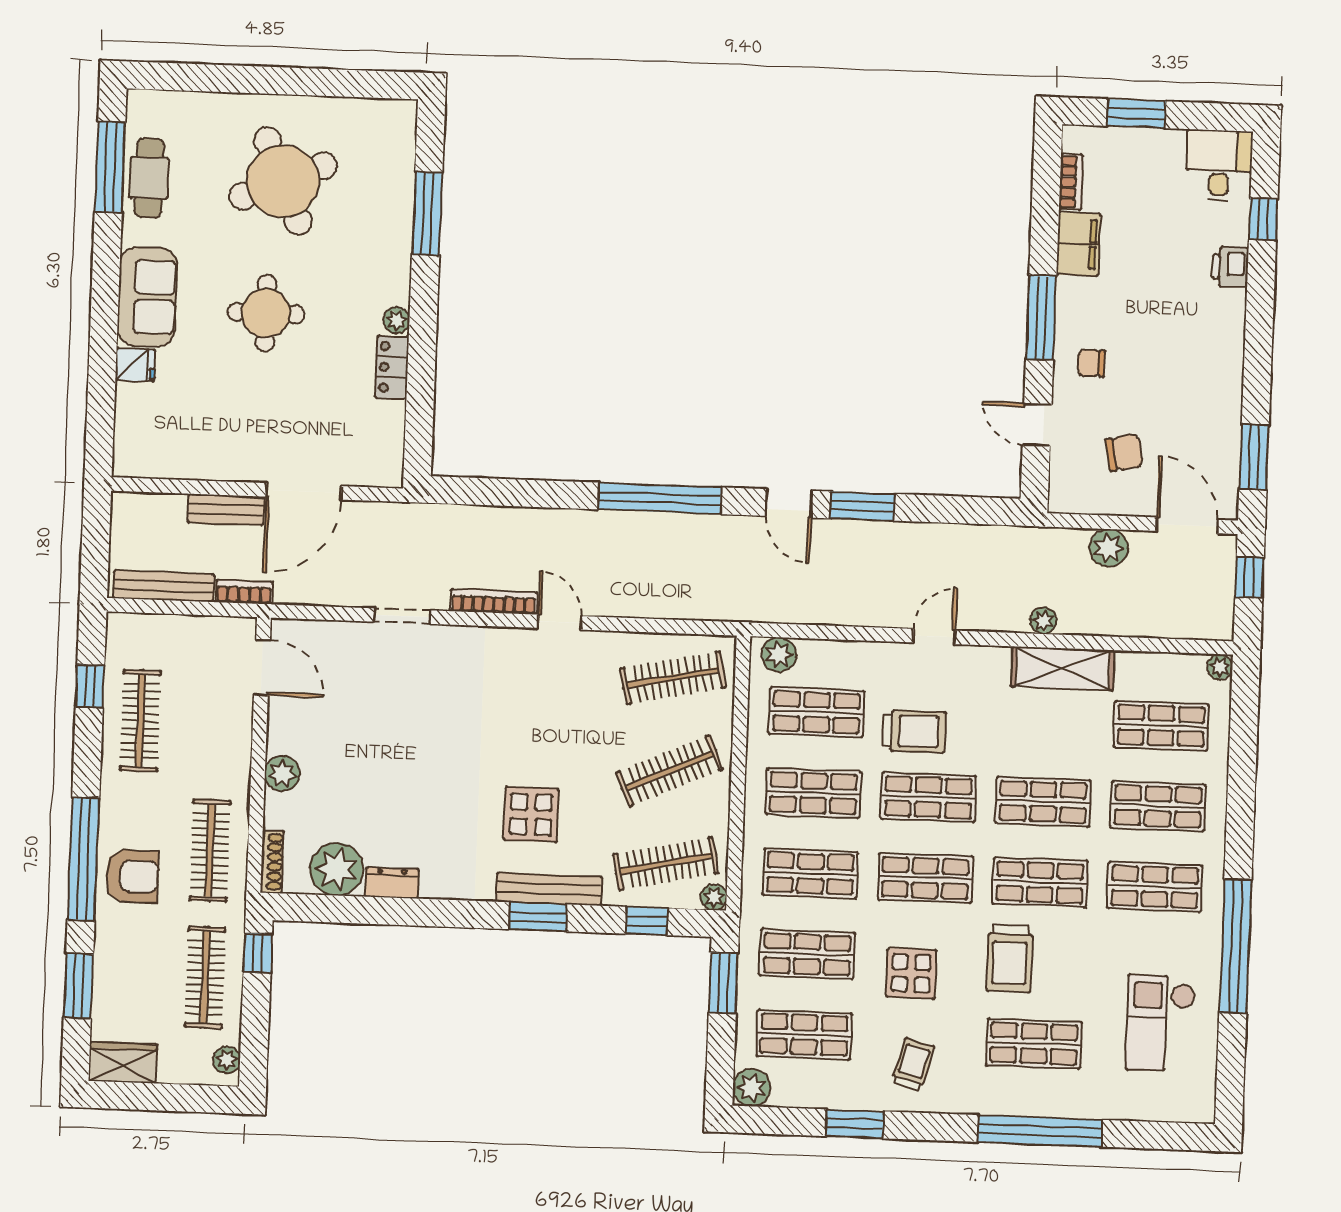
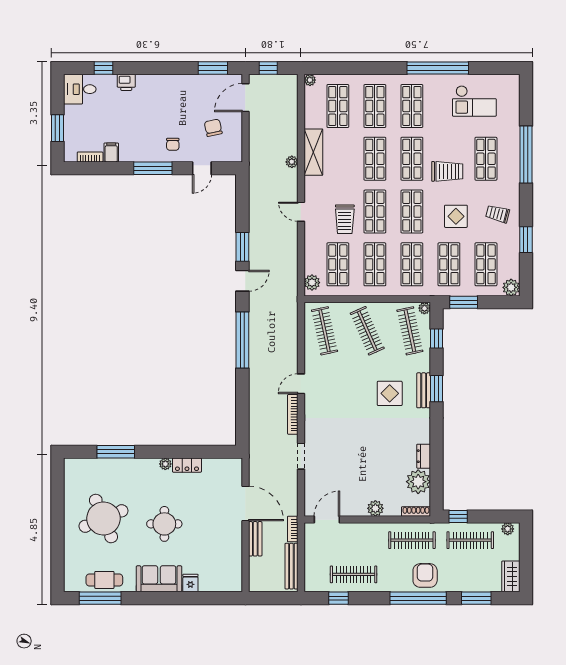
filing cabinet: (1078, 244) -> (111, 152), width x0.50
plant: (1109, 548) -> (257, 133), removed
trolley: (914, 731) -> (345, 219), turned 180
bench: (549, 889) -> (424, 390), width x0.73

